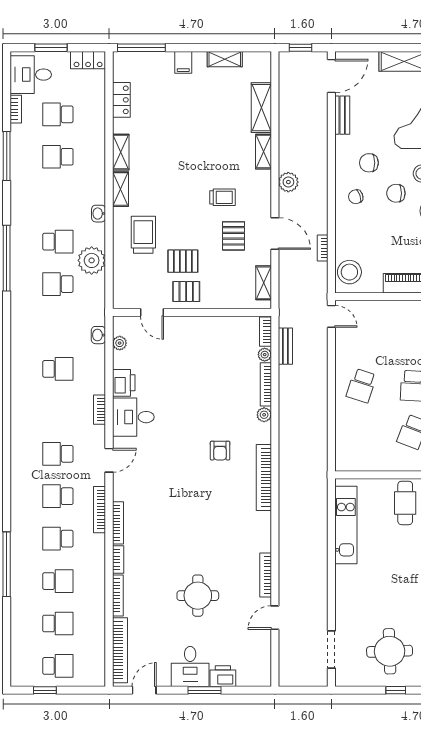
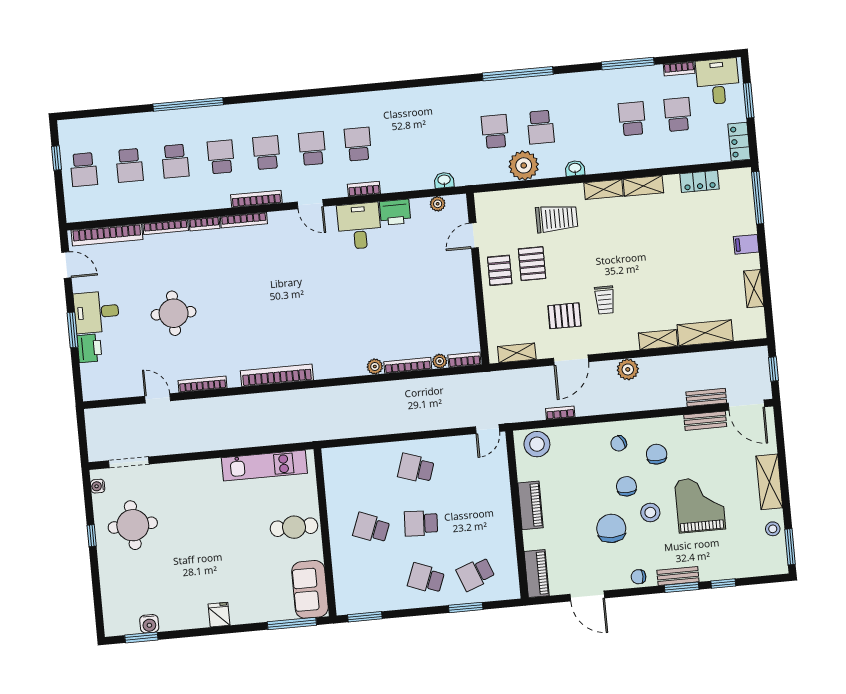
chair: (356, 197) -> (619, 443), turned -99
bench: (285, 346) -> (706, 397), moved
school desk: (58, 369) -> (358, 144), moved, turned 180
armchair: (220, 451) -> (332, 323), removed
bookcase: (264, 477) -> (277, 375), moved
water cooler: (351, 680) -> (98, 486), added

